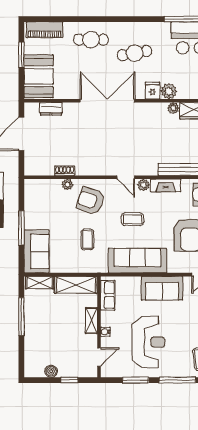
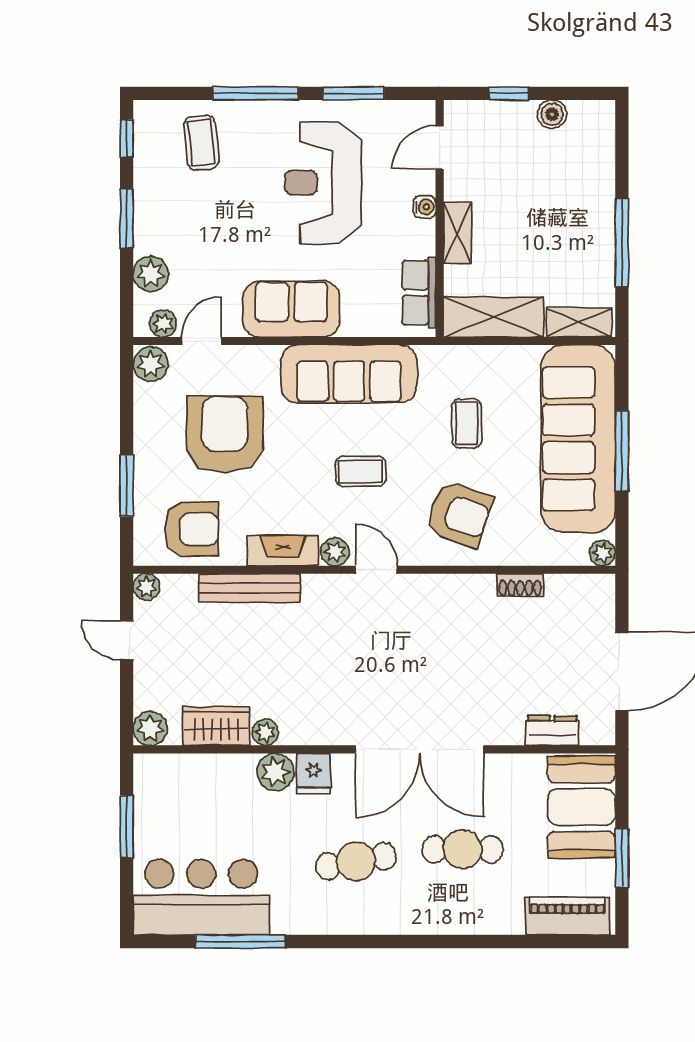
cafe table: (91, 40) -> (462, 849), moved
plant: (67, 184) -> (603, 553), moved
sofa: (37, 251) -> (578, 439), width x1.85, depth x1.27

